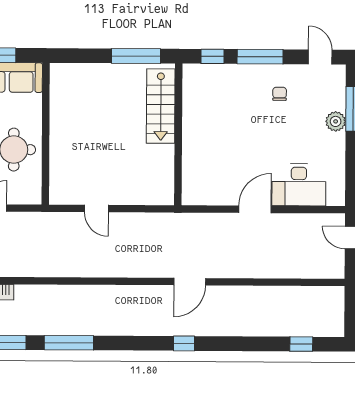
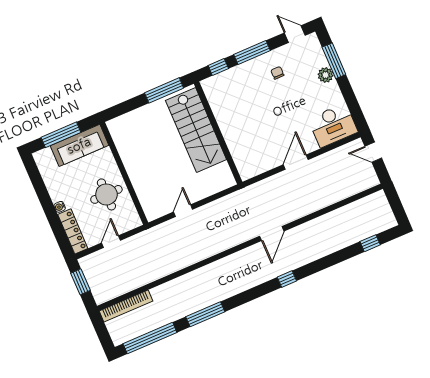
stairs: (161, 106) -> (196, 130), width x1.36, depth x1.51
desk: (299, 185) -> (333, 125), moved
door: (96, 208) -> (183, 211), swing flipped

